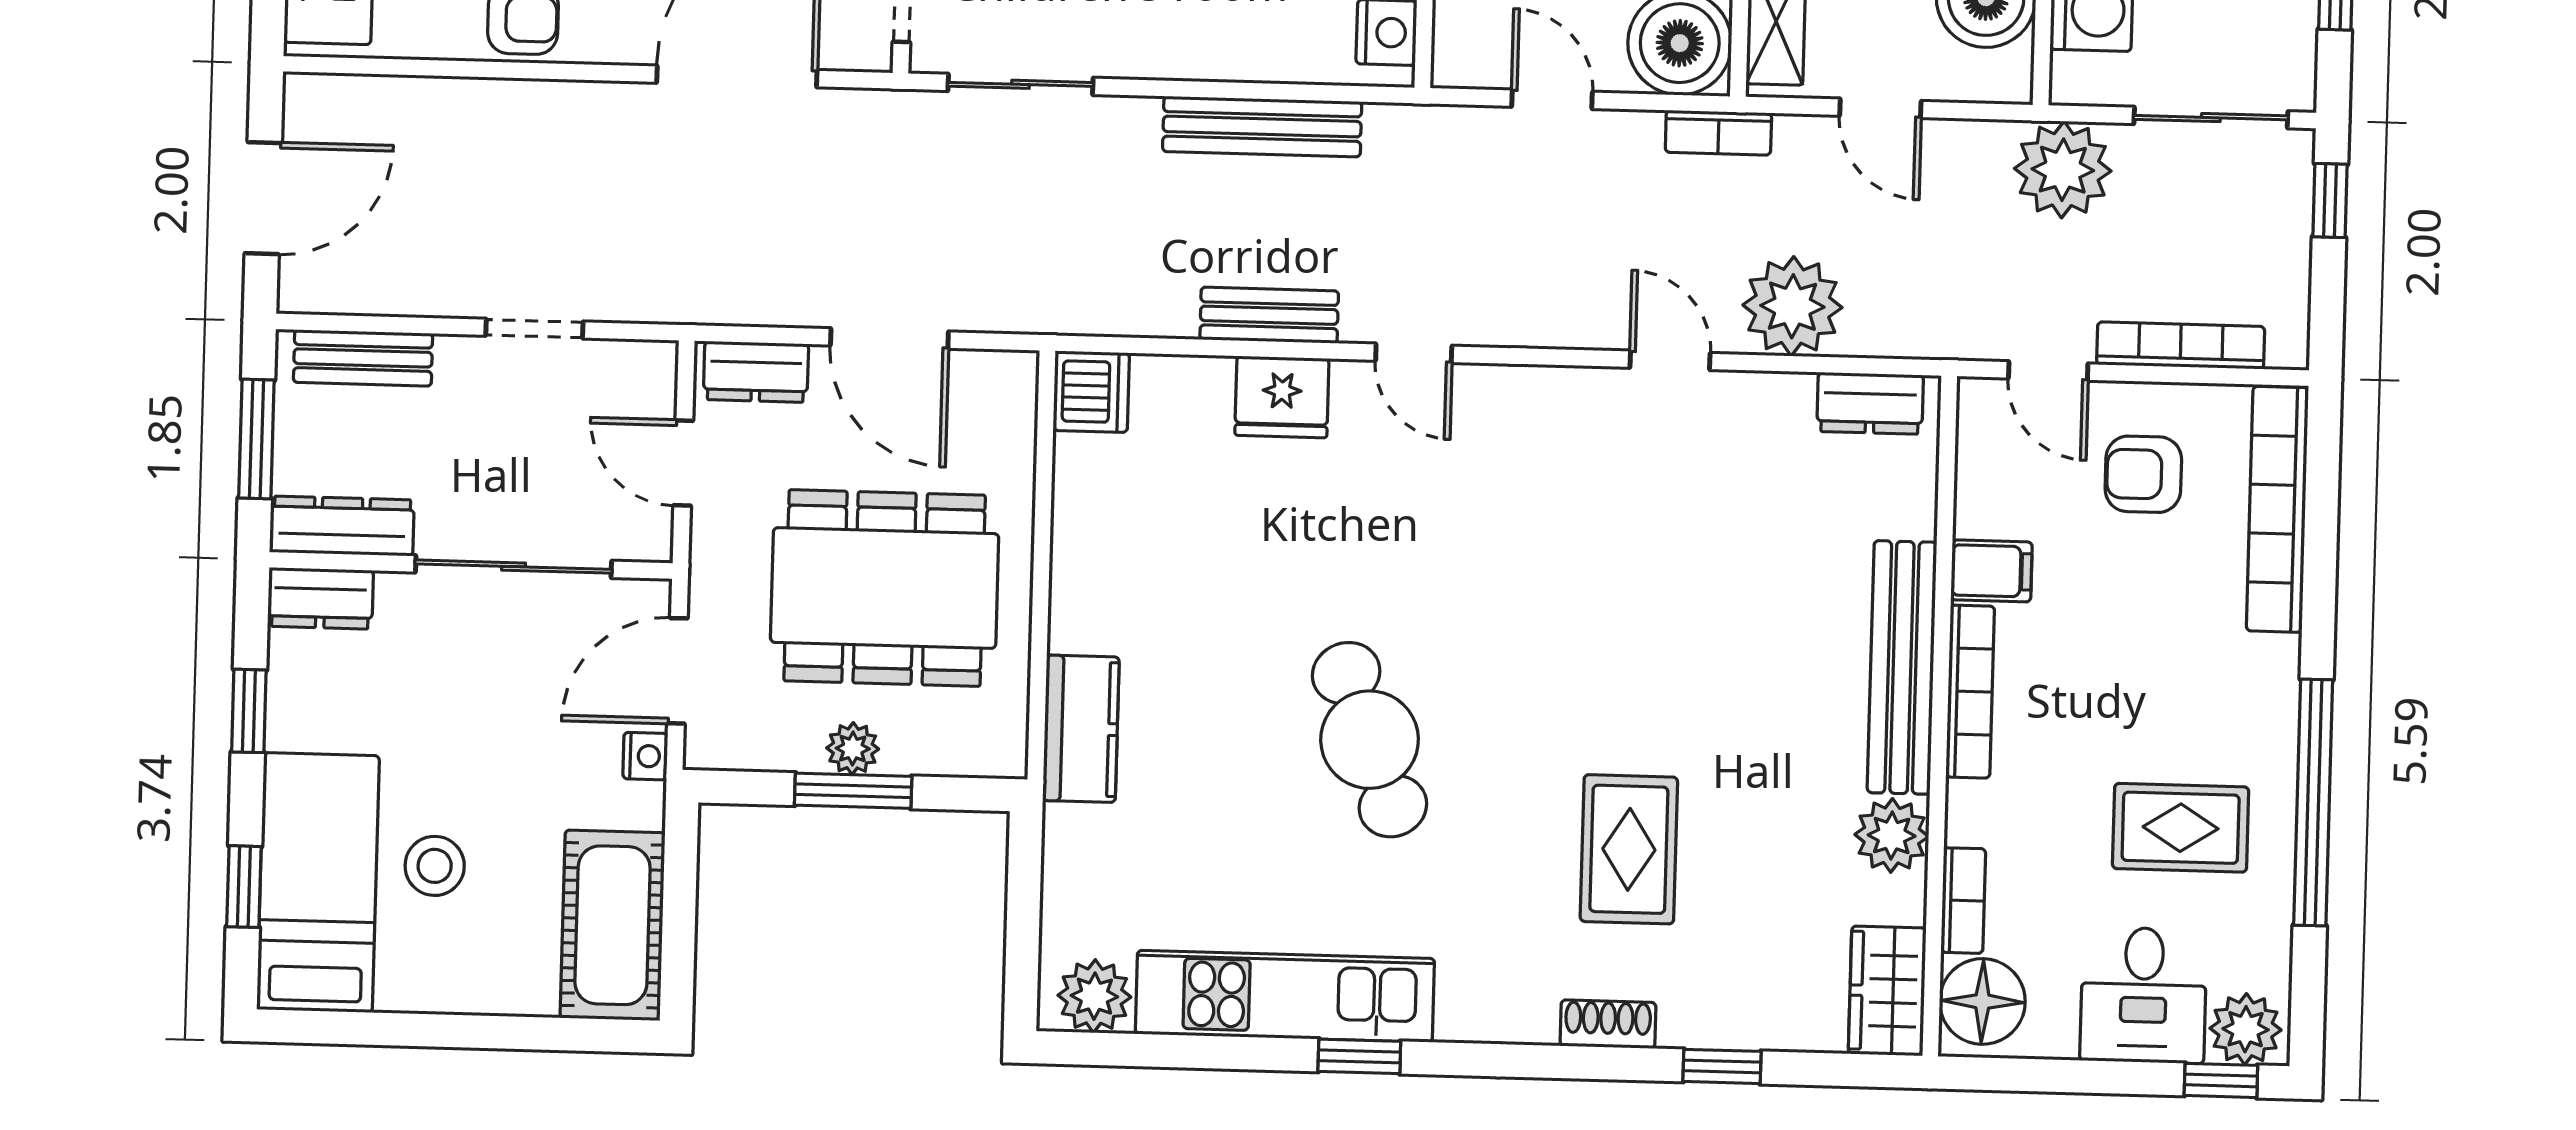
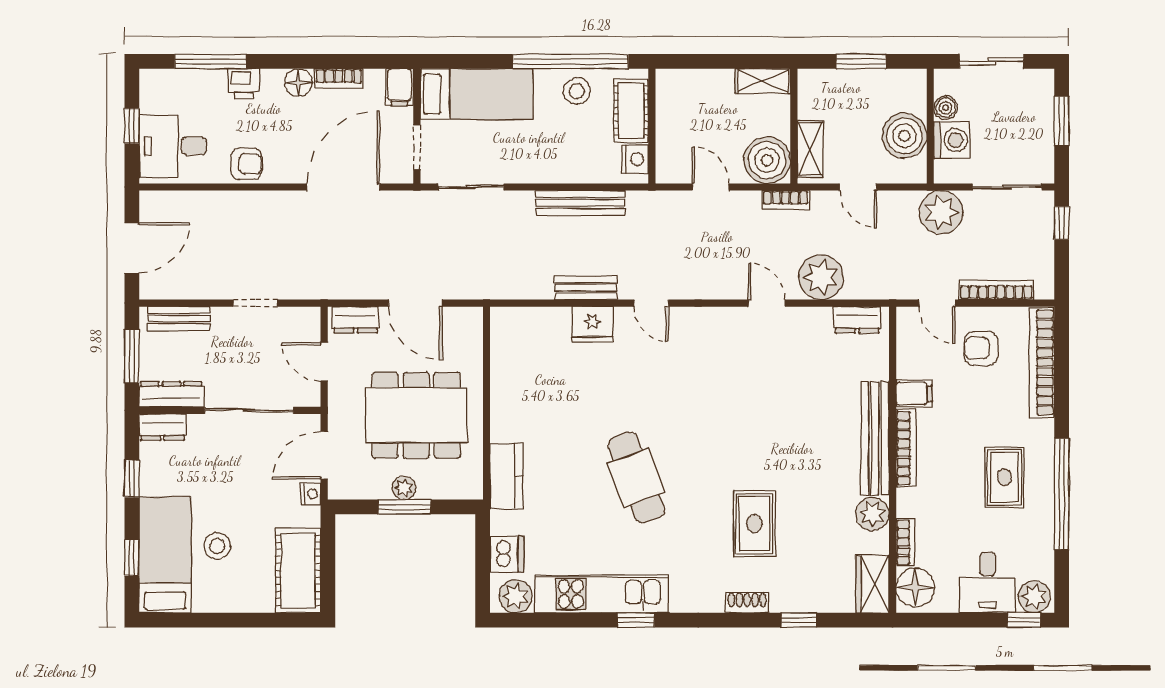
dishwasher: (1091, 392) -> (507, 554), moved
rug: (2181, 828) -> (1004, 477), moved, turned 90

